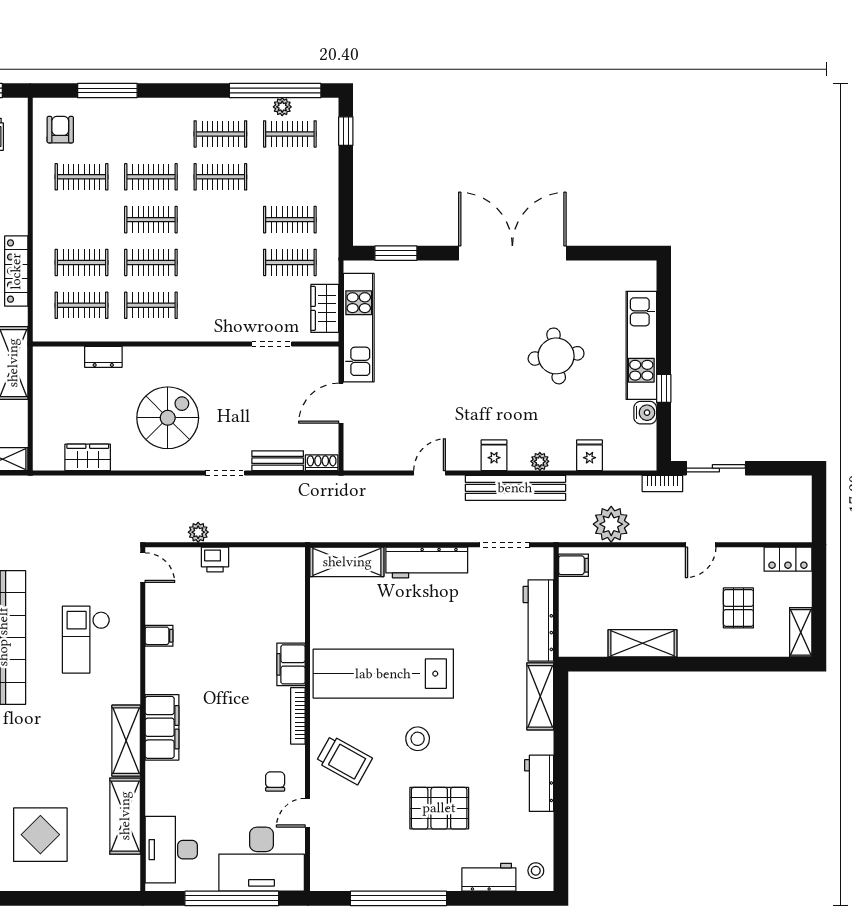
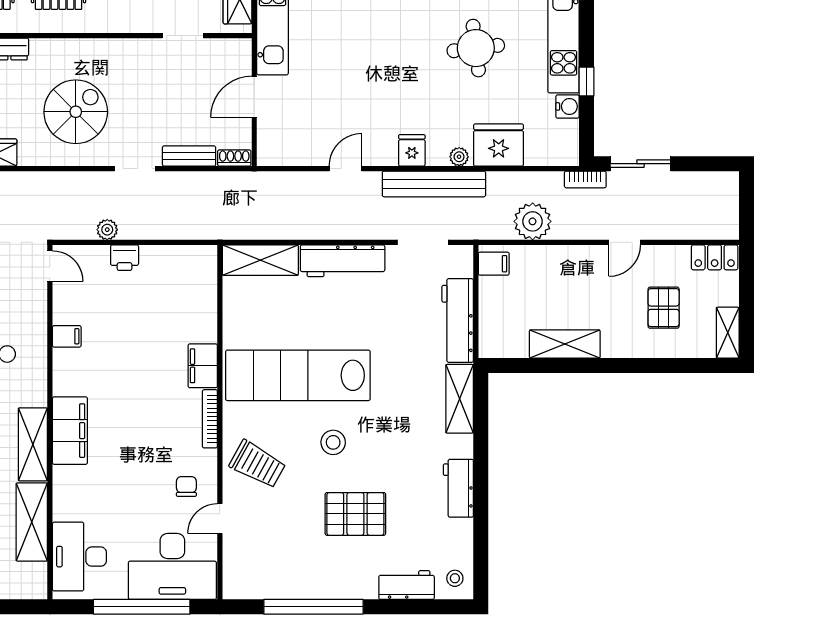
fridge: (590, 455) -> (499, 145), width x1.88, depth x1.34

